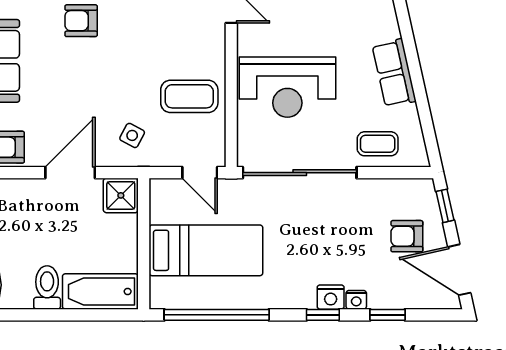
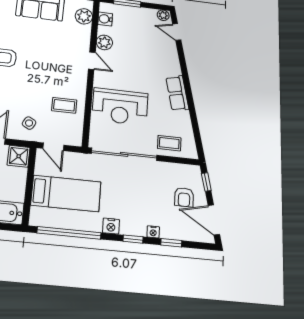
row of seats: (394, 73) -> (177, 93), moved
coffee table: (189, 96) -> (64, 105), width x0.73, depth x0.77
door: (200, 173) -> (53, 147), moved
armchair: (407, 236) -> (184, 197), turned -90
nightstand: (331, 297) -> (111, 226), moved

